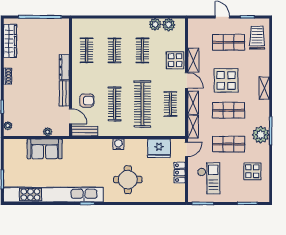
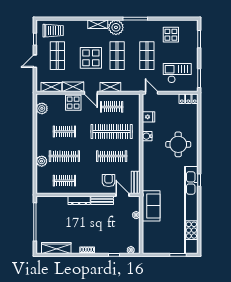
plant: (155, 24) -> (42, 161), moved
trolley: (257, 38) -> (53, 31), turned 180
clothes rail: (115, 50) -> (64, 156), width x1.36
door: (186, 80) -> (91, 93), swing flipped
door: (70, 116) -> (122, 195), hinge flipped
shelving: (193, 127) -> (51, 87), moved
plant: (261, 135) -> (116, 27), moved
water cooler: (118, 144) -> (147, 136), moved
fridge: (159, 148) -> (149, 117), width x0.53, depth x0.75
sofa: (45, 149) -> (151, 206), moved
locker: (180, 173) -> (188, 99), moved

